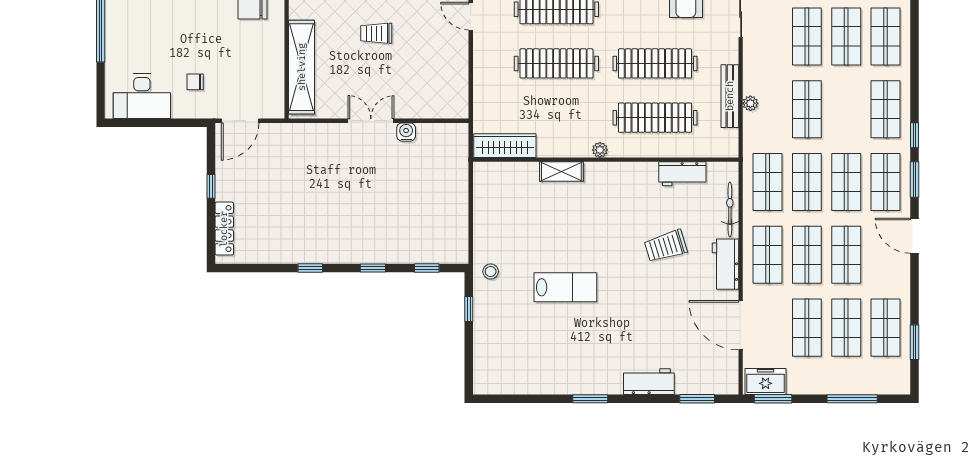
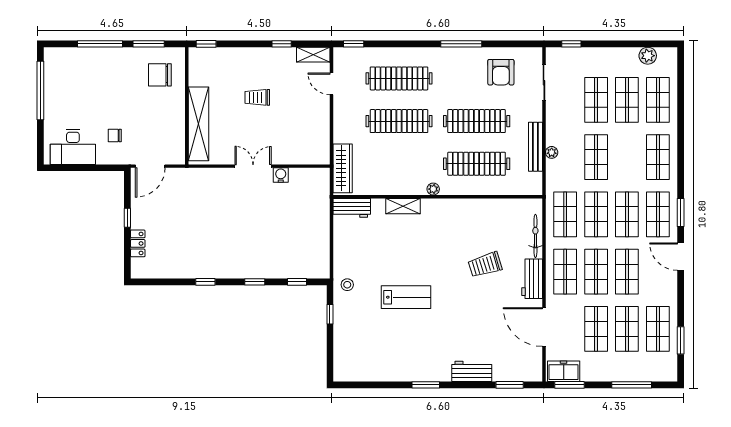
window: (914, 135) -> (681, 178), removed
wardrobe: (505, 146) -> (343, 168), moved, turned 90
workbench: (682, 174) -> (352, 208), moved
locker: (224, 229) -> (138, 243), width x0.66

